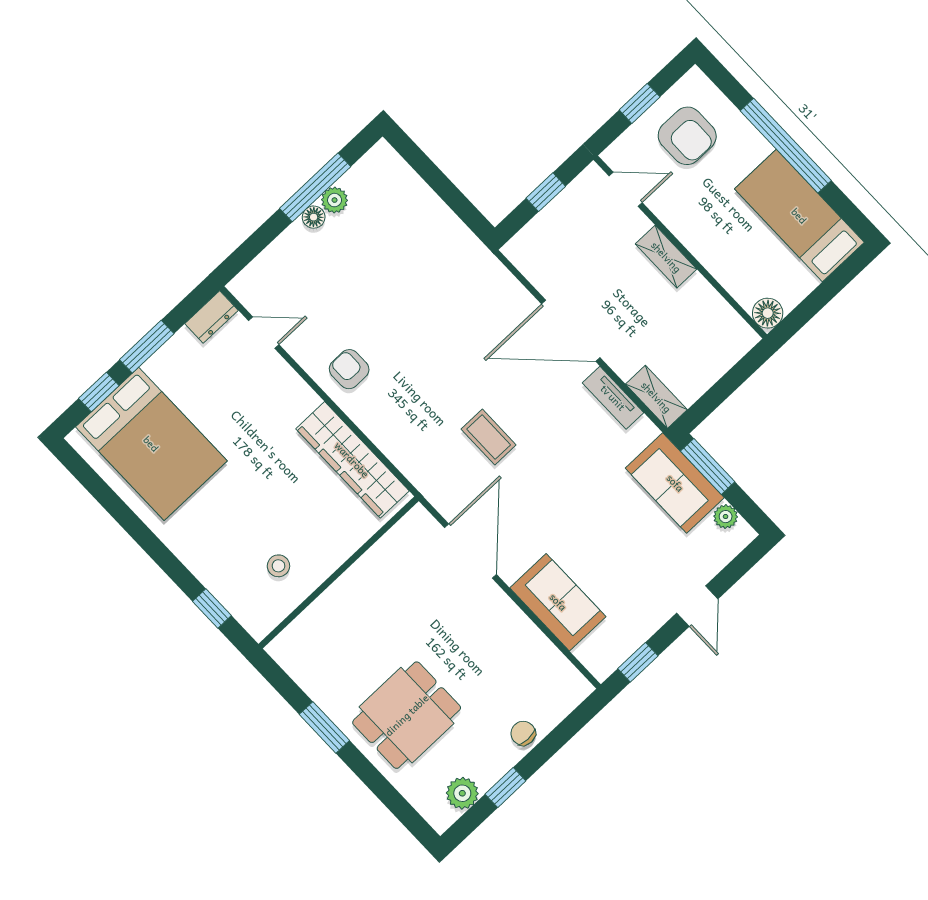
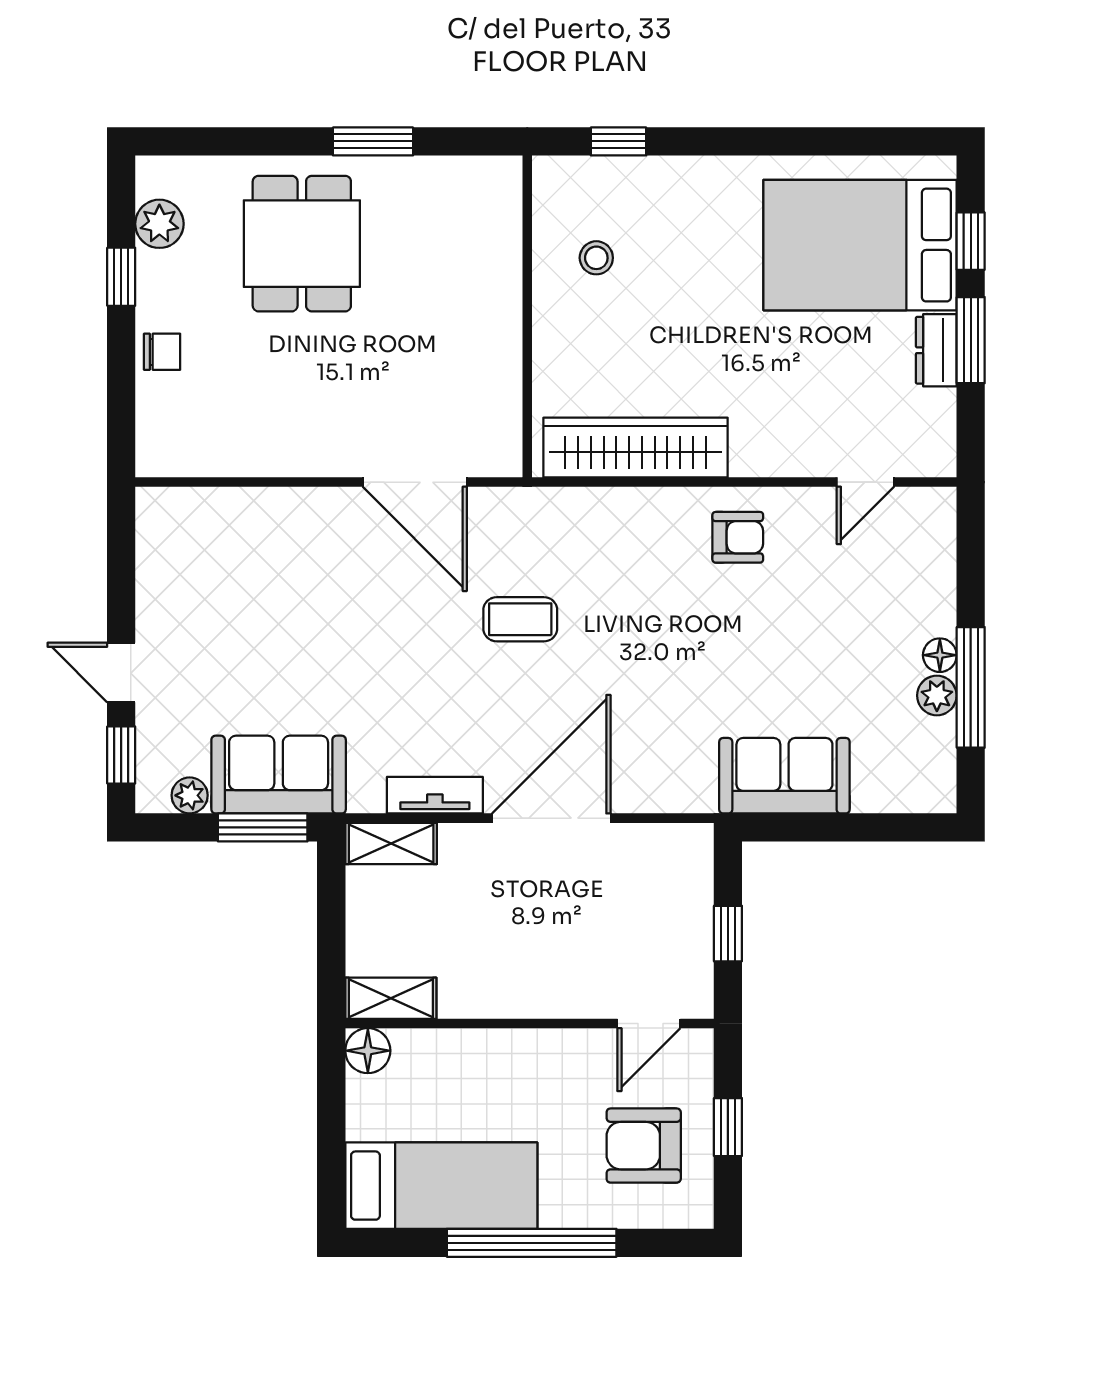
shelving: (666, 257) -> (391, 998), moved
dresser: (211, 317) -> (936, 350), moved
sofa: (558, 602) -> (784, 776), moved, turned 180
window: (638, 662) -> (121, 755), moved

